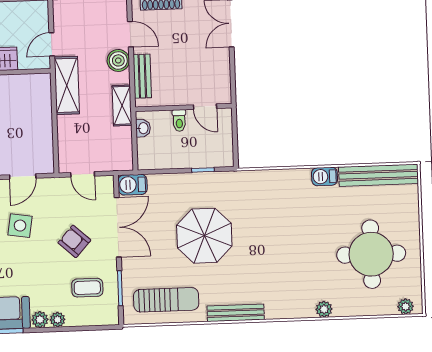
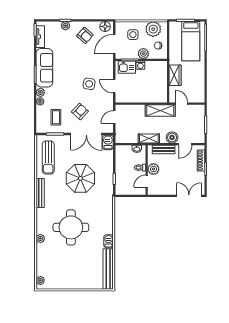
plant: (181, 94) -> (153, 169), added
round table: (371, 254) -> (71, 227), moved

